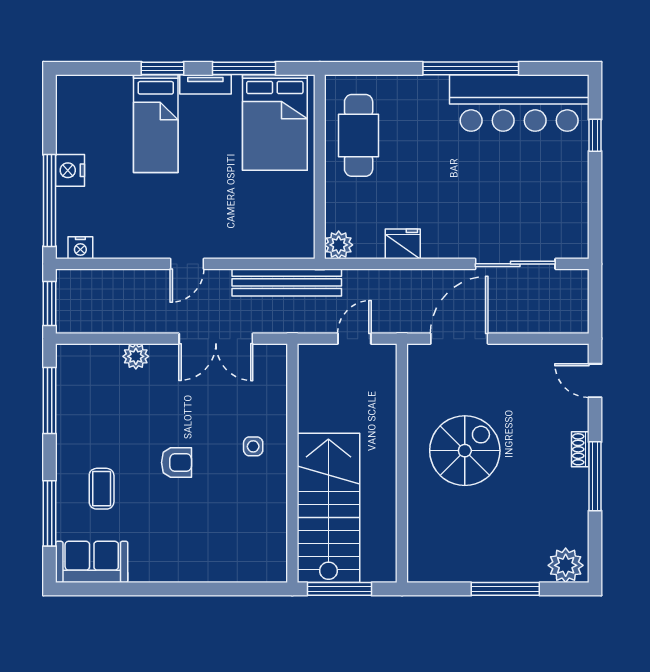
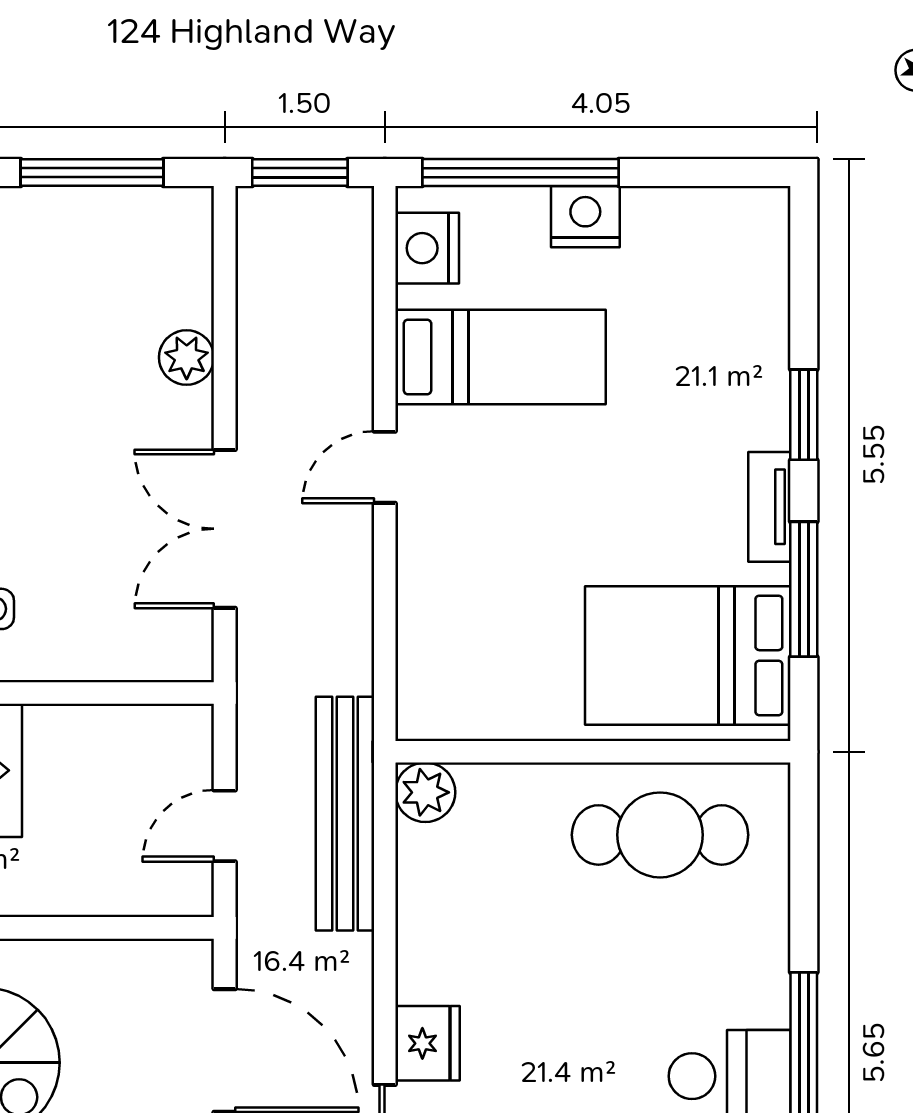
bed: (156, 124) -> (501, 357), moved, turned 180
fridge: (403, 244) -> (428, 1043), moved
nightstand: (80, 248) -> (427, 248), width x1.36, depth x1.33
door: (187, 264) -> (385, 467), hinge flipped
bench: (287, 282) -> (345, 814), moved
door: (354, 339) -> (225, 826), swing flipped

